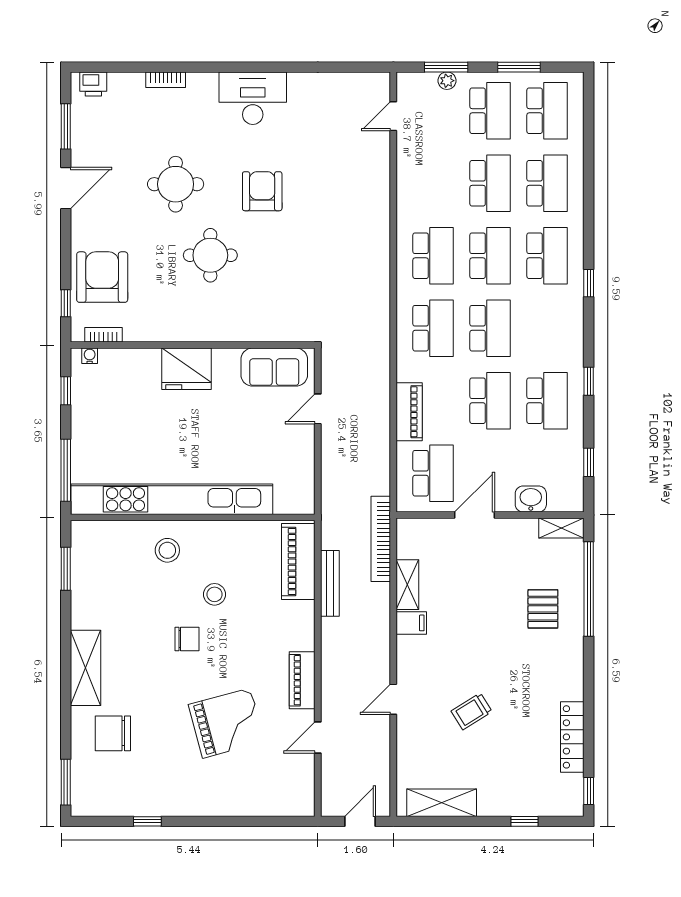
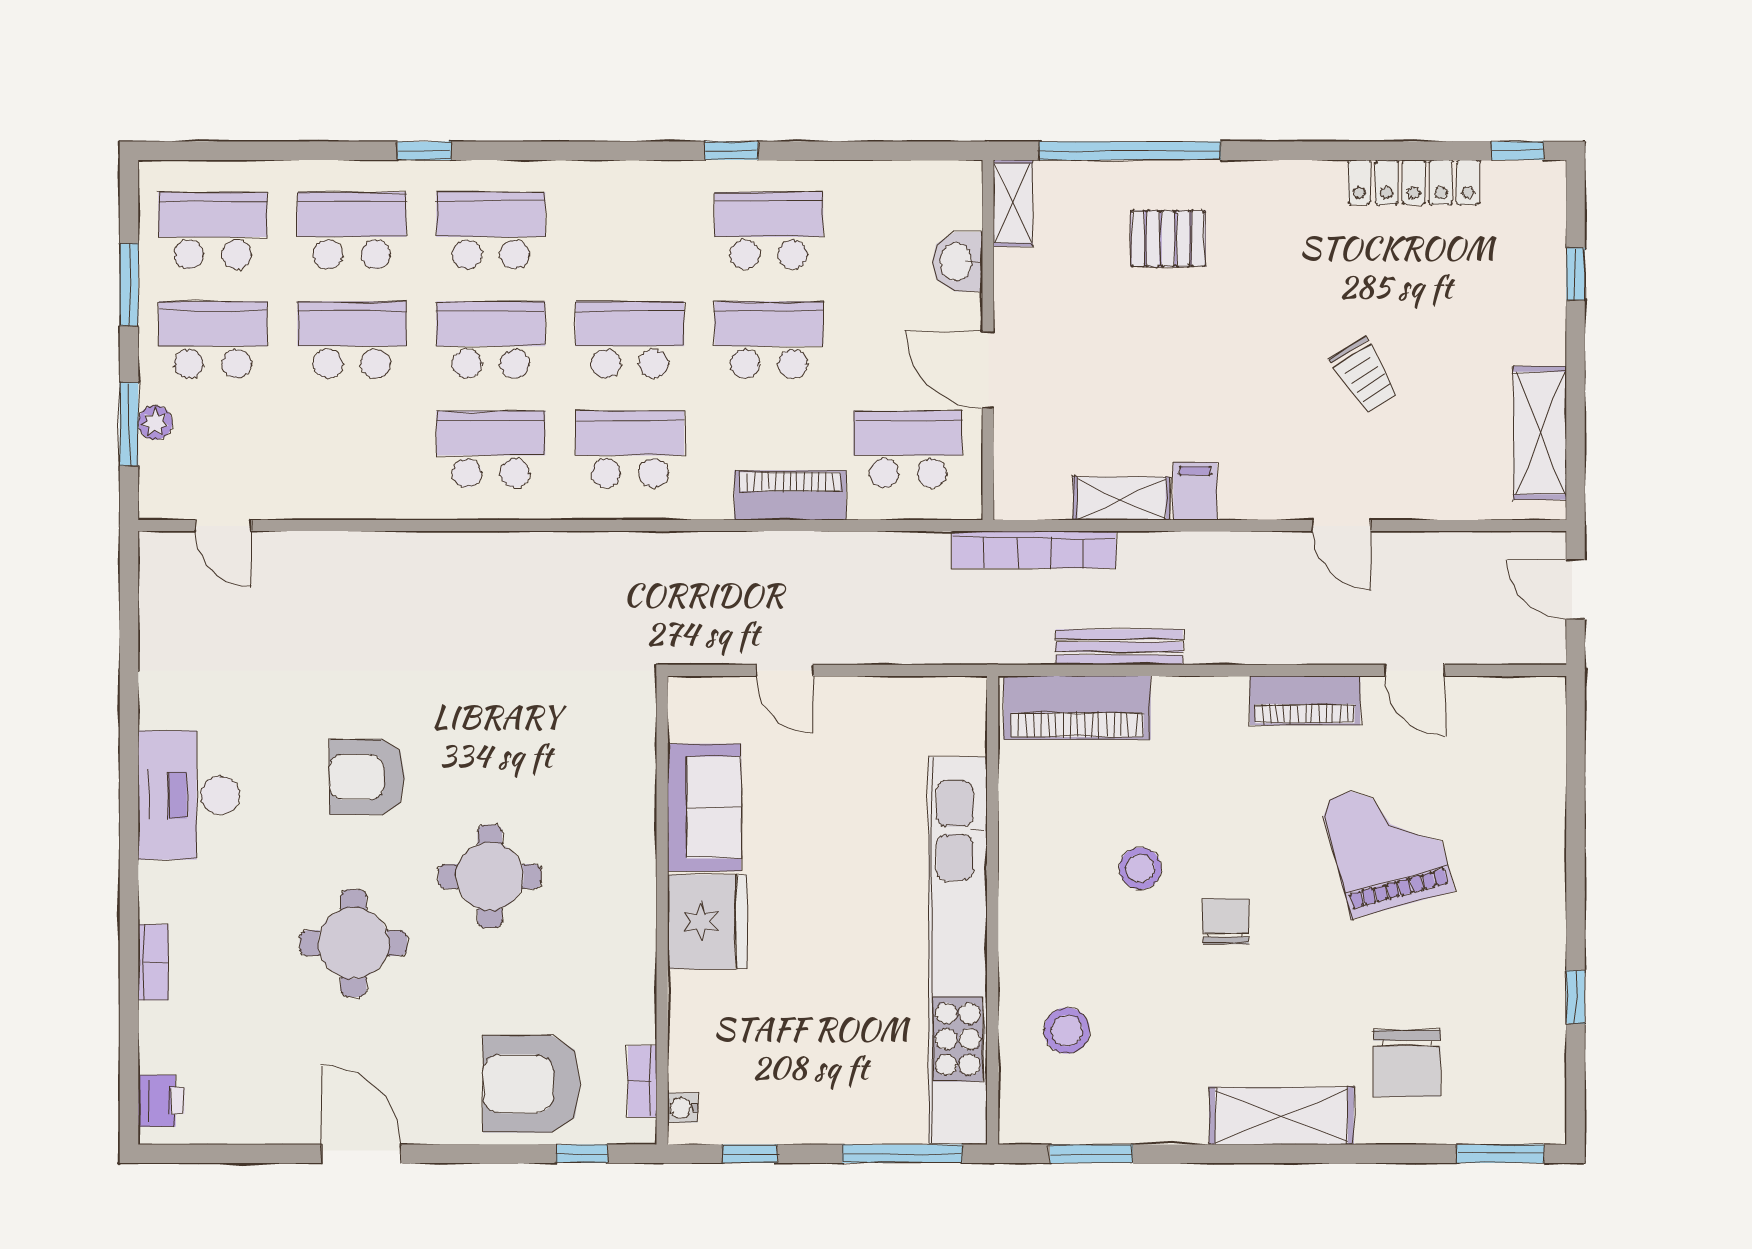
window: (66, 126) -> (243, 1154), removed
window: (589, 283) -> (424, 151), moved
sofa: (274, 367) -> (704, 807), moved
window: (589, 462) -> (887, 151), removed
stool: (167, 550) -> (1067, 1031), moved

